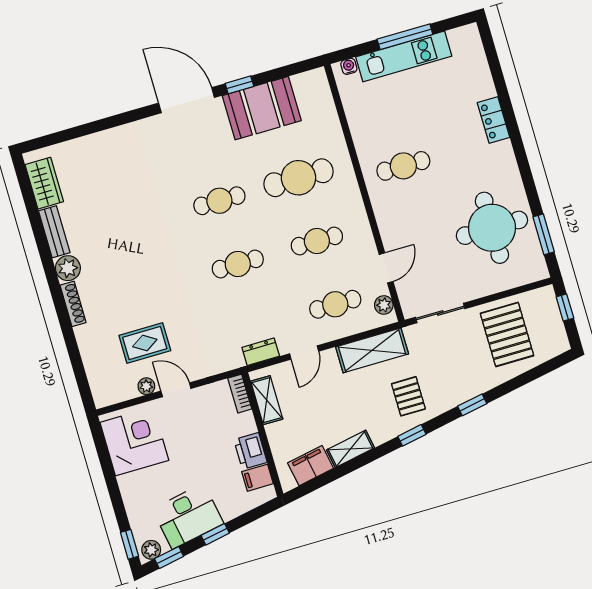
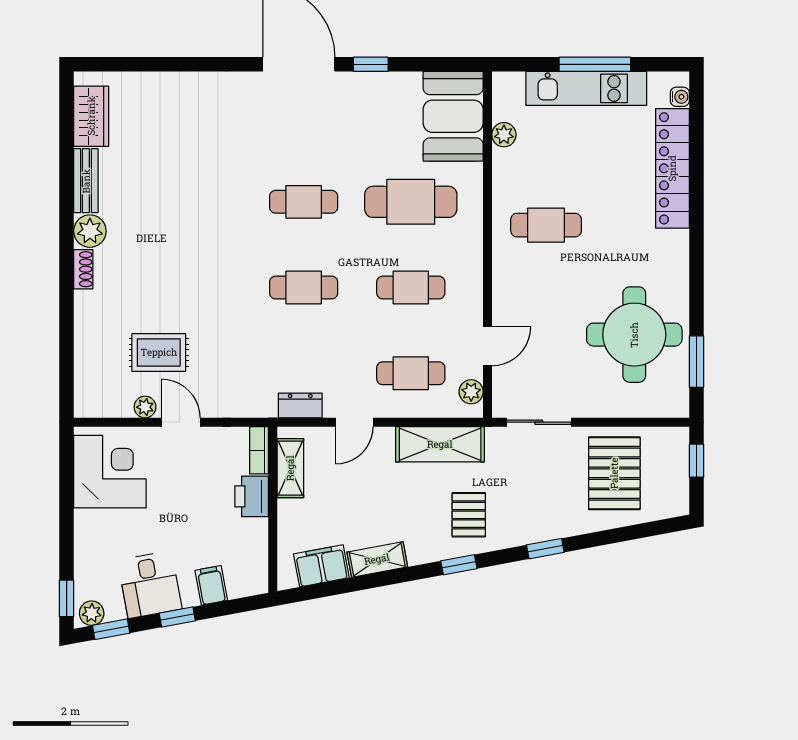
water cooler: (349, 66) -> (680, 97), moved, turned 90
booth: (262, 108) -> (453, 116), moved, turned 90
plant: (353, 108) -> (504, 135), added
locker: (494, 120) -> (672, 168), width x2.16, depth x1.21
shoe rack: (73, 304) -> (83, 269), width x0.70
printer: (250, 451) -> (252, 496), moved
filing cabinet: (258, 478) -> (211, 585), moved, turned 79
desk: (188, 516) -> (150, 585), width x0.73

